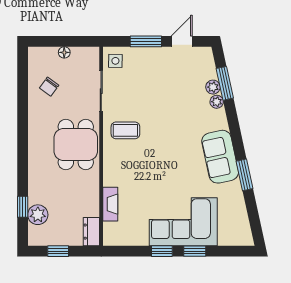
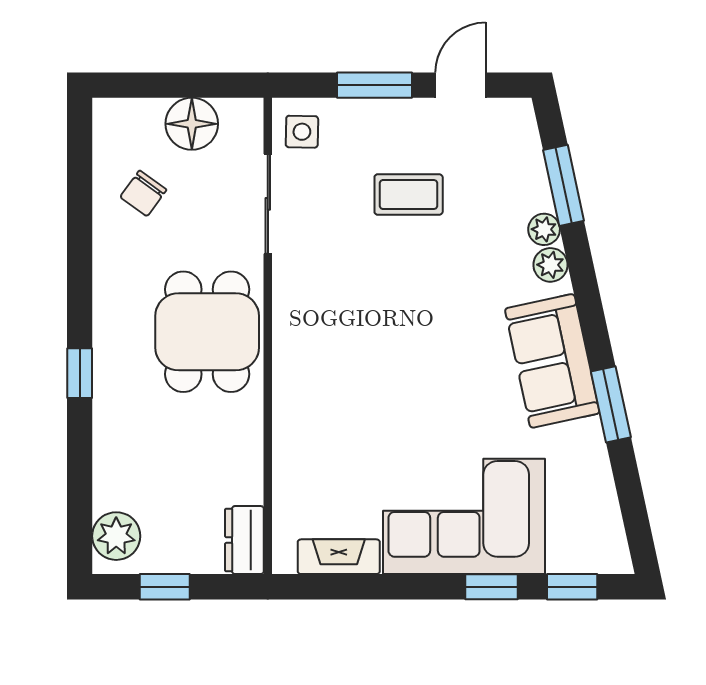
floor lamp: (64, 52) -> (192, 124), width x1.89, depth x1.89
plant: (213, 87) -> (550, 265), moved
coffee table: (125, 130) -> (409, 195), moved
fireplace: (110, 204) -> (339, 557), moved, turned -90
window: (23, 207) -> (80, 373), moved
plant: (38, 215) -> (116, 536), moved
window: (162, 251) -> (572, 587), moved

